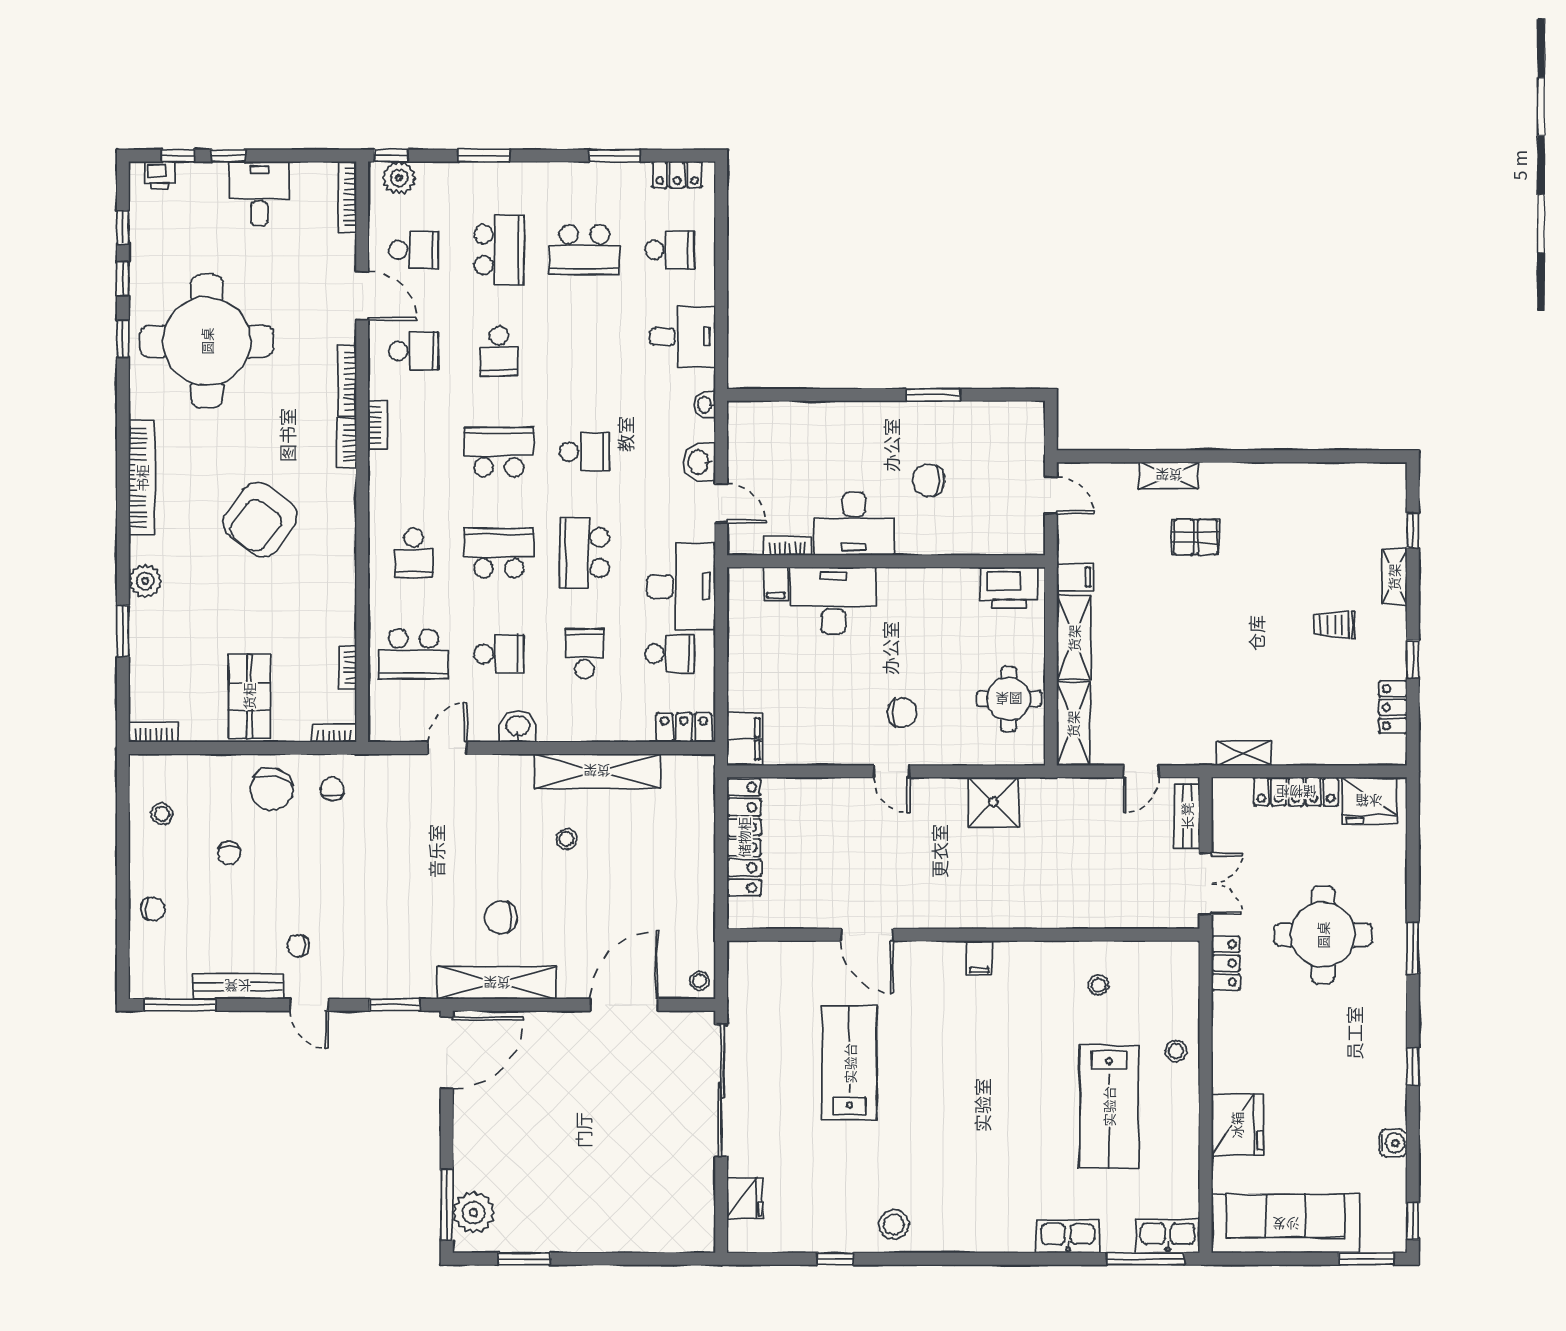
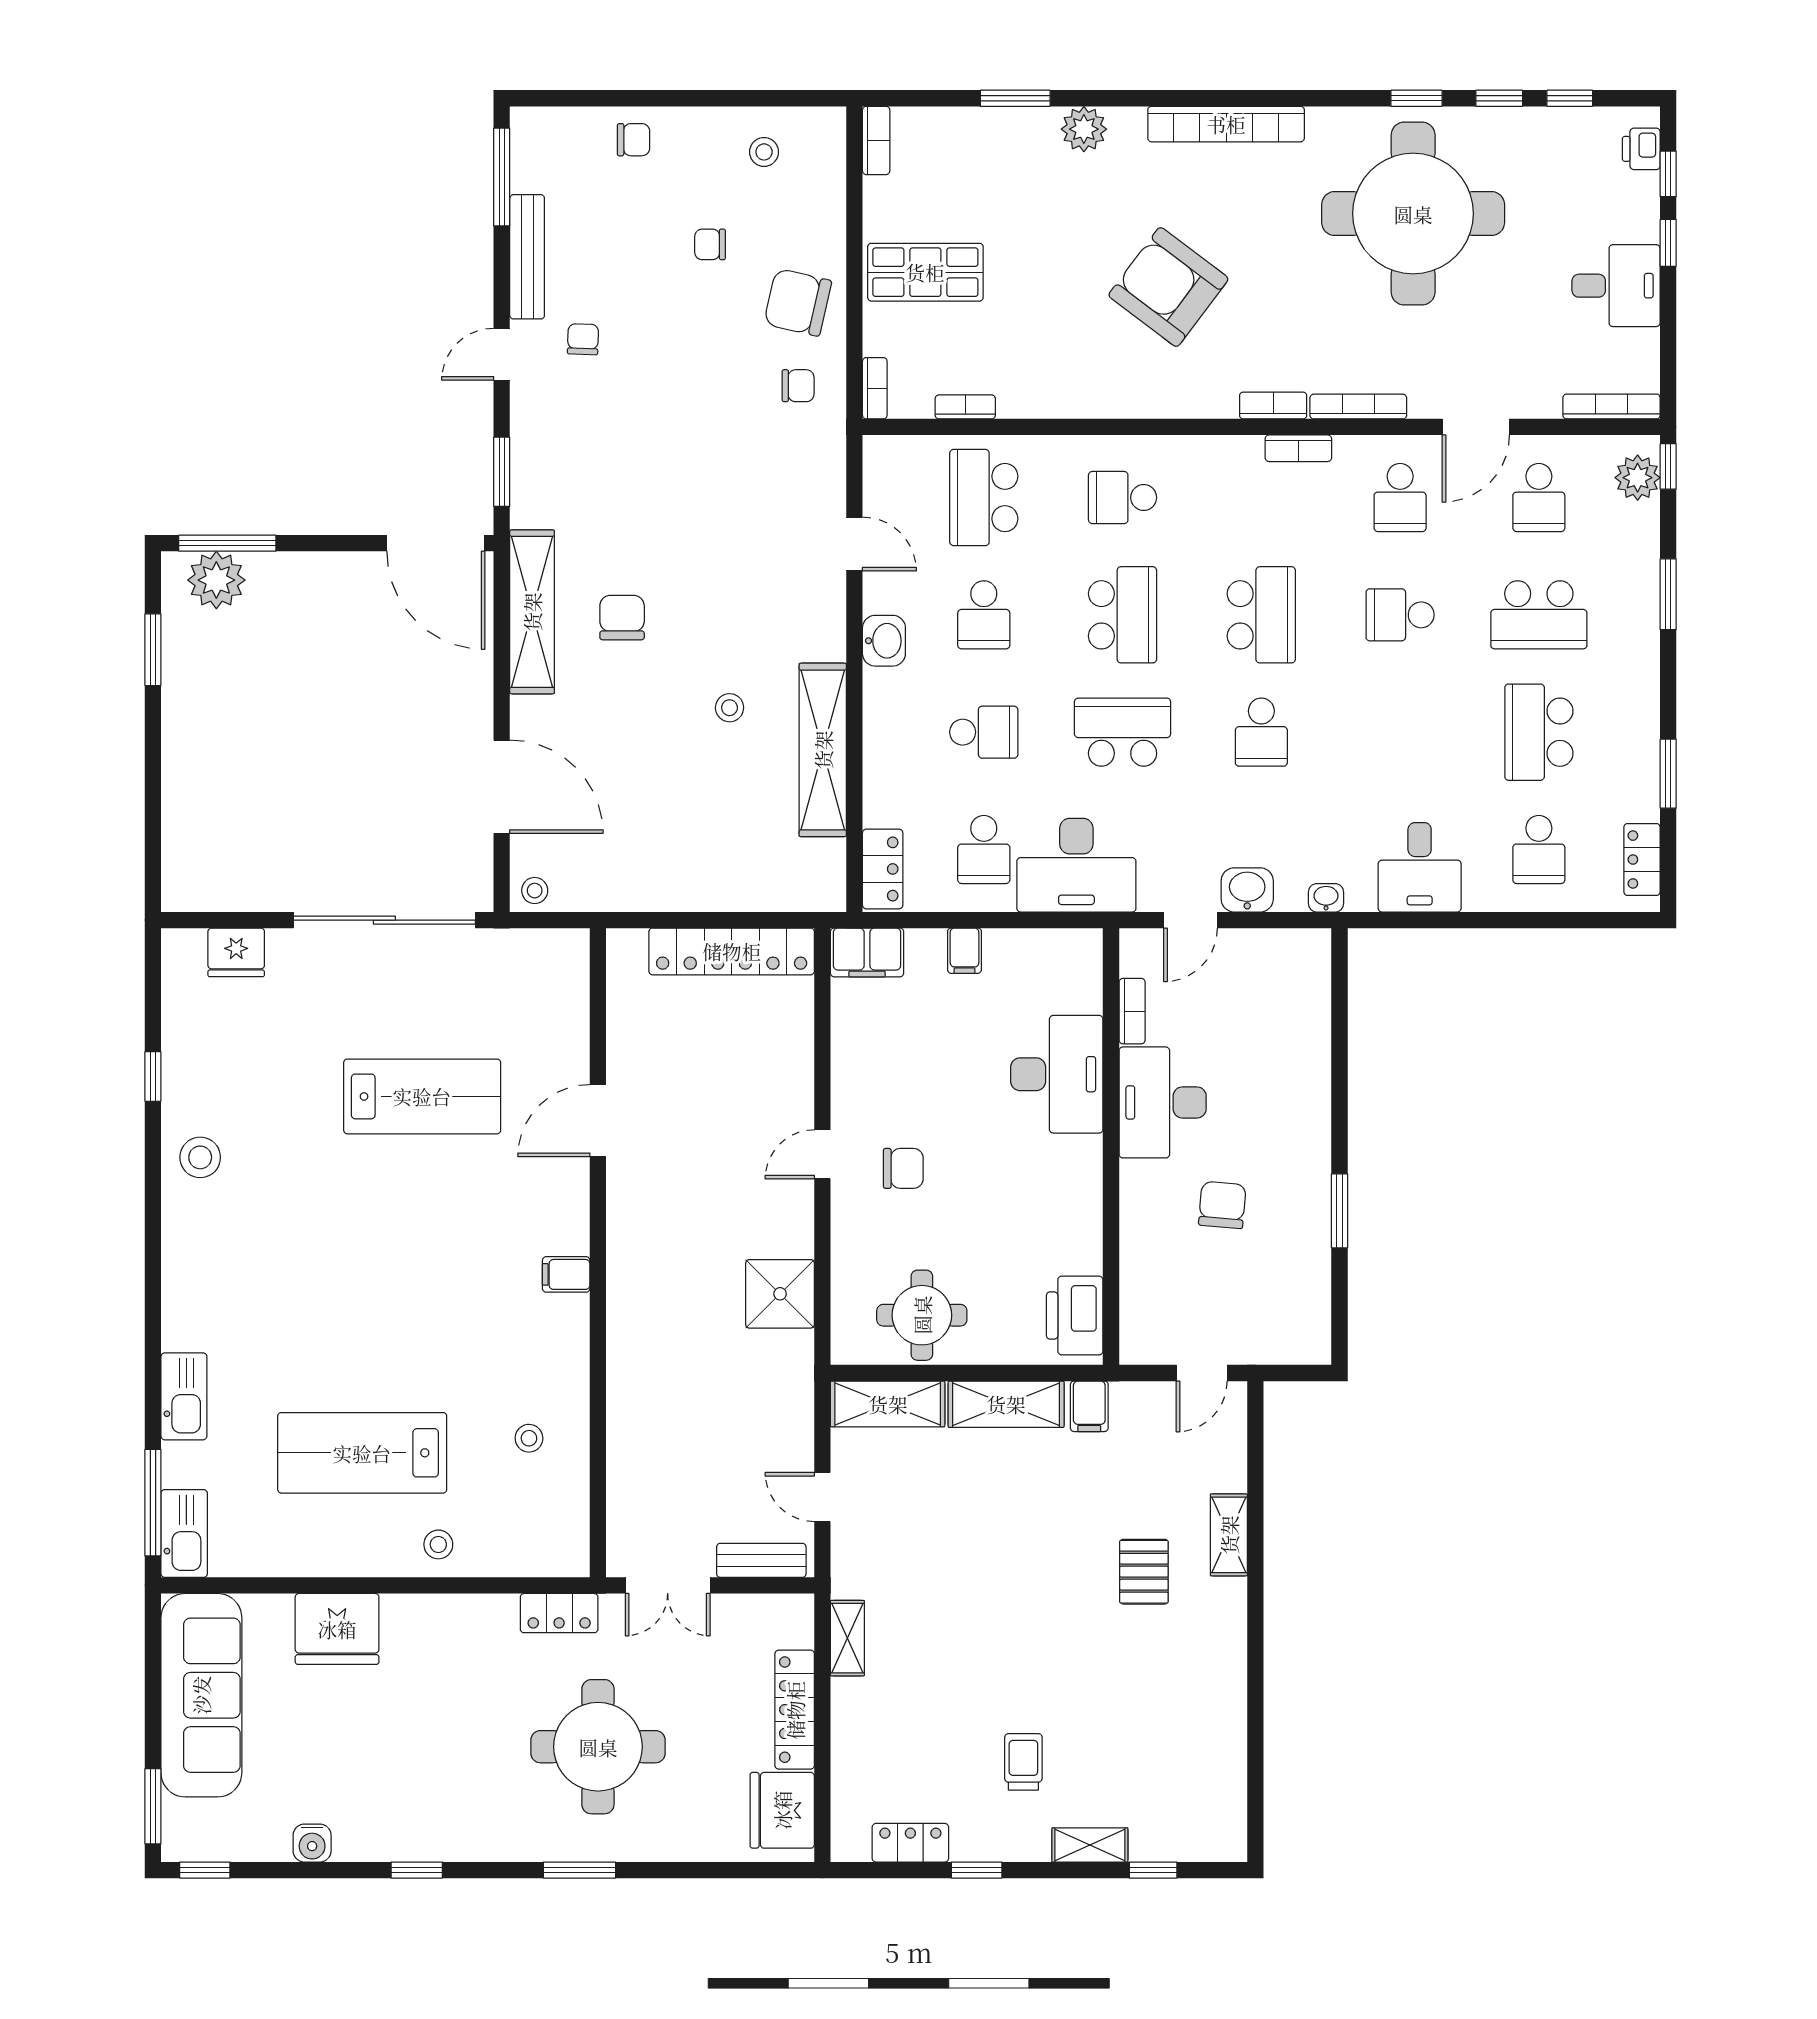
filing cabinet: (776, 584) -> (965, 951), moved, turned -90
chair: (902, 713) -> (903, 1168), turned -90
chair: (153, 909) -> (633, 140), turned -90

